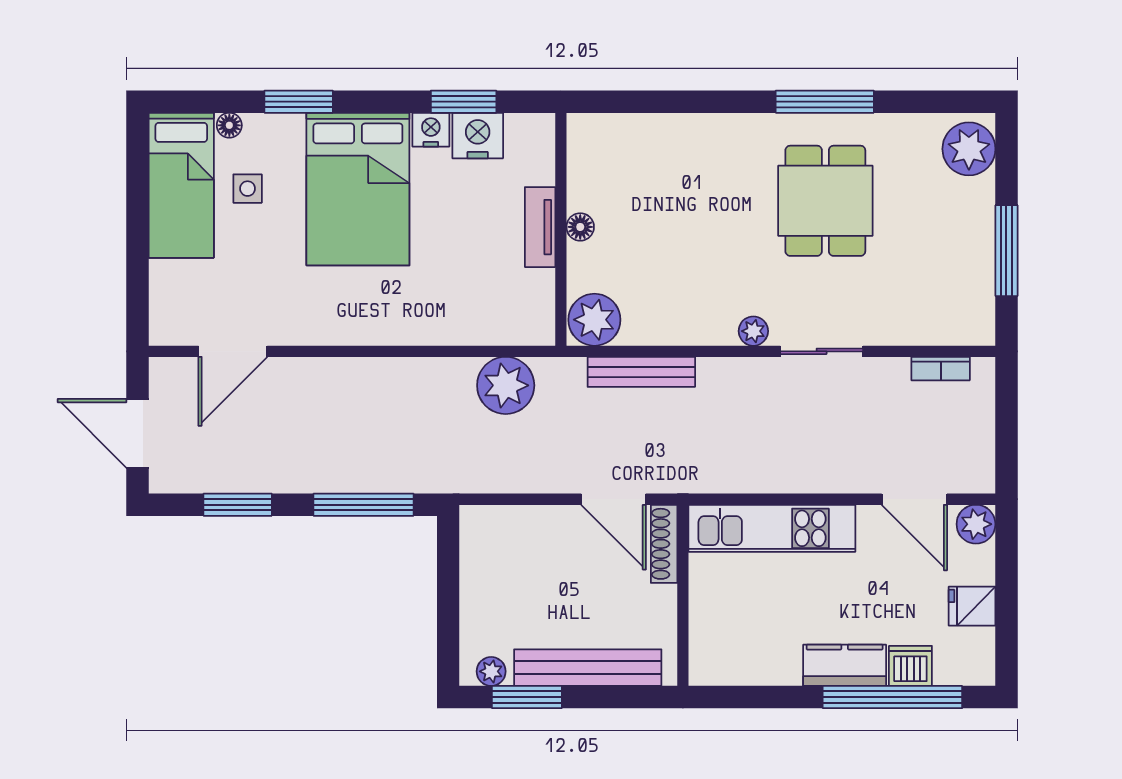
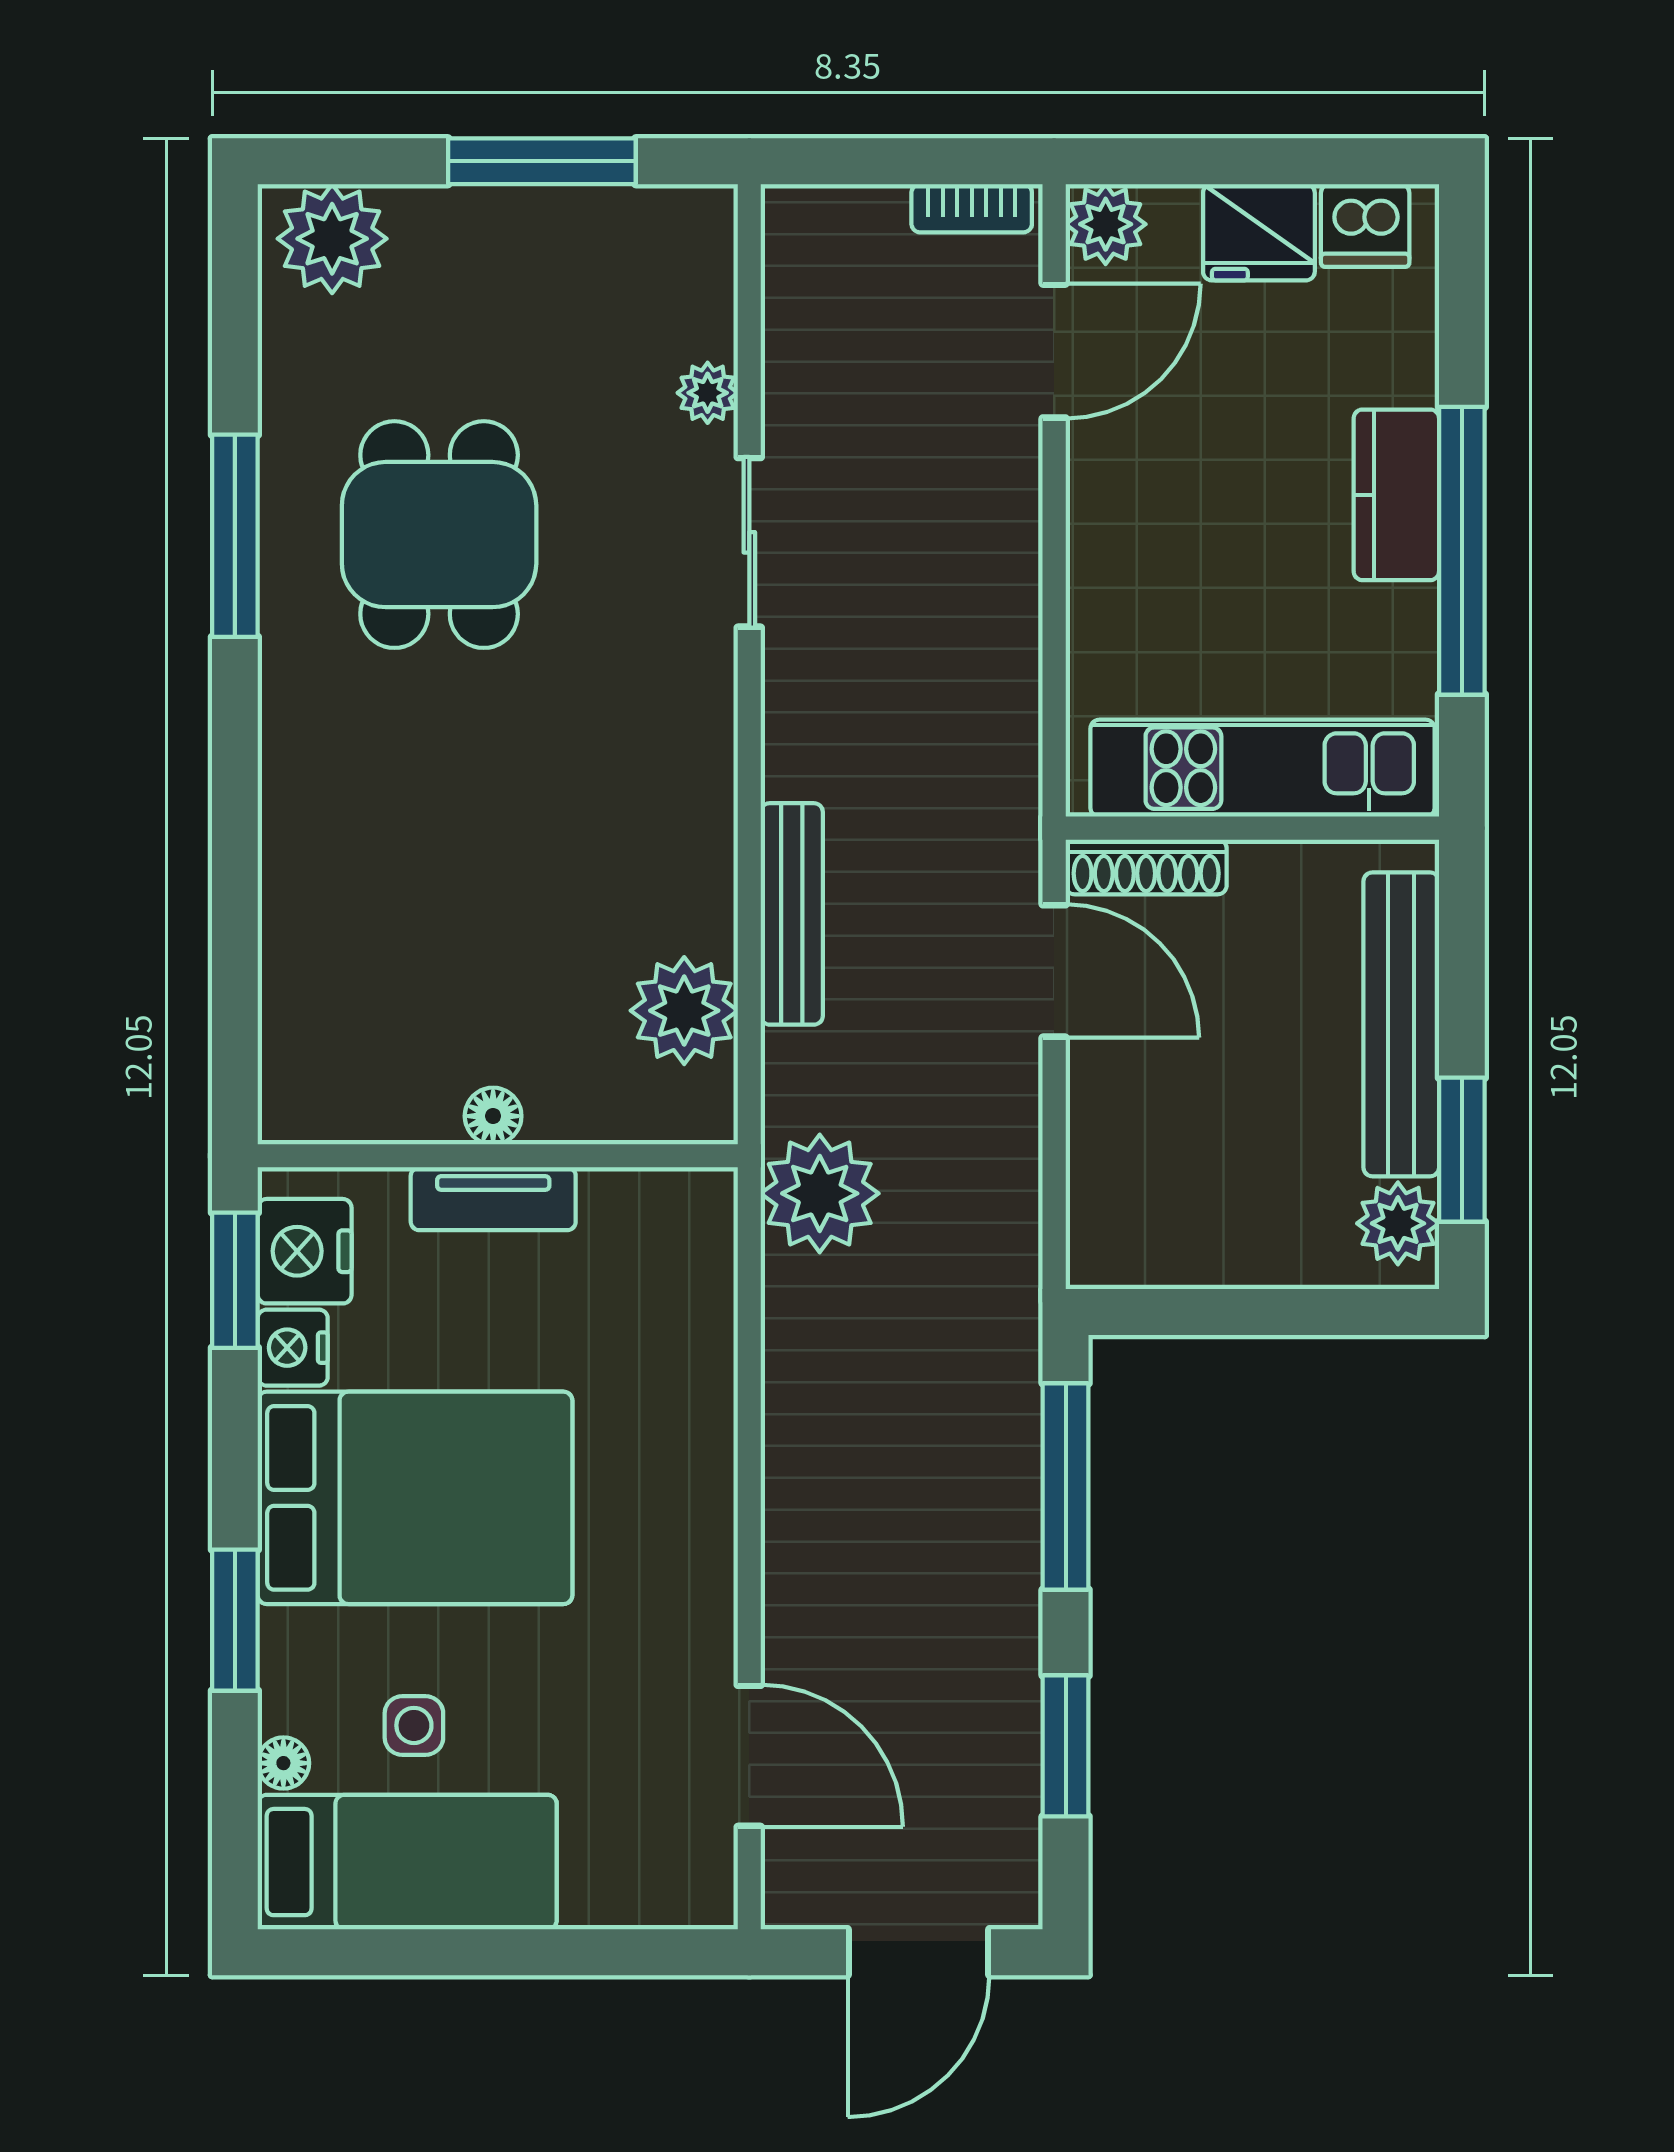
dining table: (825, 201) -> (439, 535), turned 90
tv unit: (540, 227) -> (493, 1199), moved
floor lamp: (580, 227) -> (493, 1116), moved
wall: (561, 229) -> (498, 1156), moved
plant: (753, 331) -> (708, 393), moved
bookcase: (941, 369) -> (972, 208), moved, turned 90
door: (614, 499) -> (1054, 971), hinge flipped
kitchen unit: (772, 528) -> (1263, 768), moved, turned -90
fridge: (972, 606) -> (1259, 232), width x1.38
dishwasher: (910, 666) -> (1365, 225), moved, turned -90
plant: (491, 671) -> (1398, 1223), width x1.38, depth x1.38
window: (892, 697) -> (1462, 551), moved

